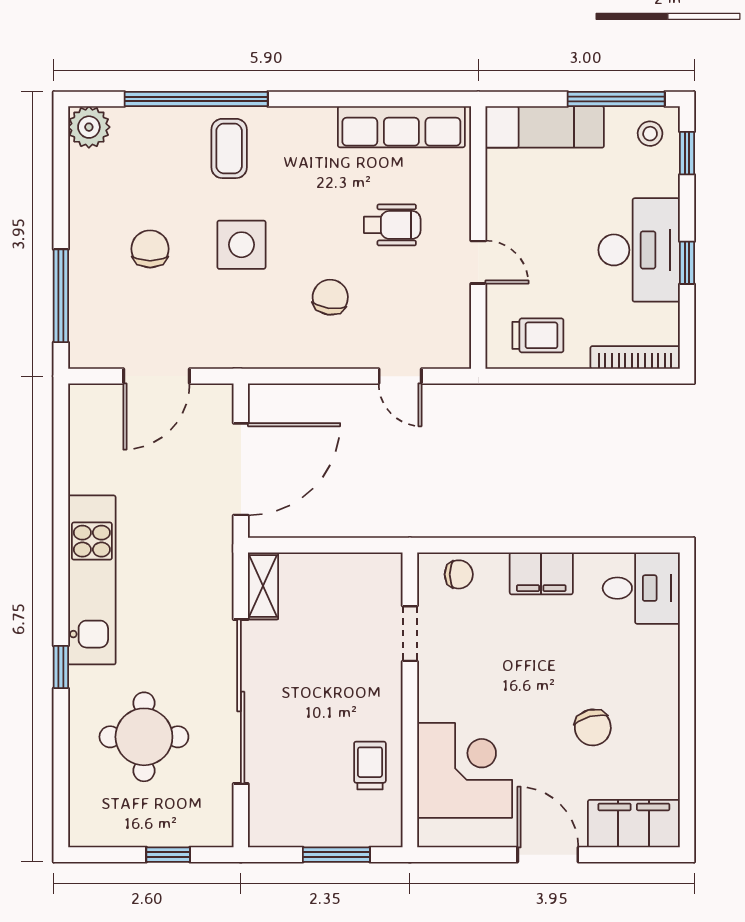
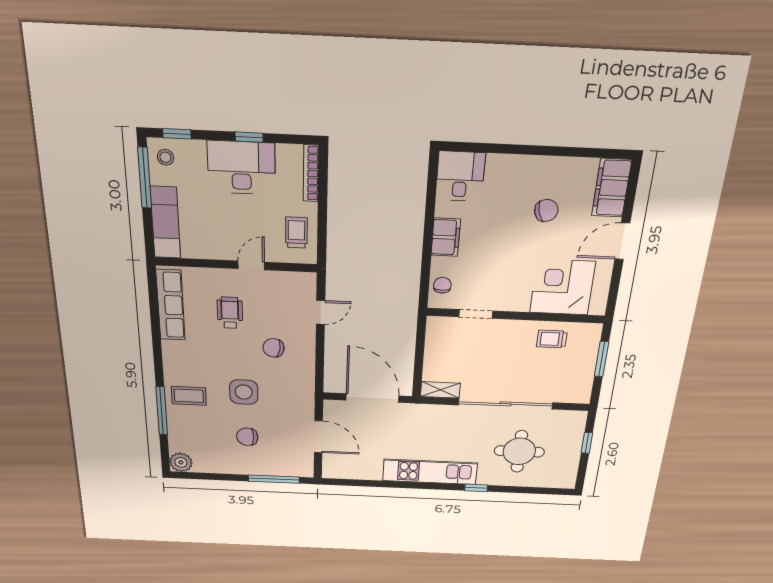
window: (196, 99) -> (162, 411), width x0.68

